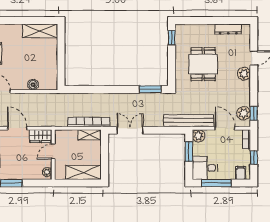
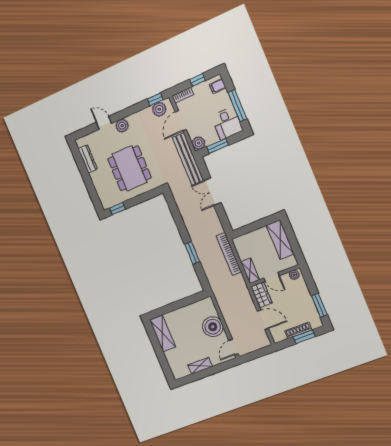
dining table: (203, 64) -> (129, 168), width x1.37
boiler: (33, 85) -> (213, 327), width x1.86, depth x1.86
window: (150, 89) -> (192, 253), moved
door: (17, 128) -> (263, 320), swing flipped
double door: (130, 130) -> (212, 192), moved
shelving: (90, 135) -> (250, 271), moved

